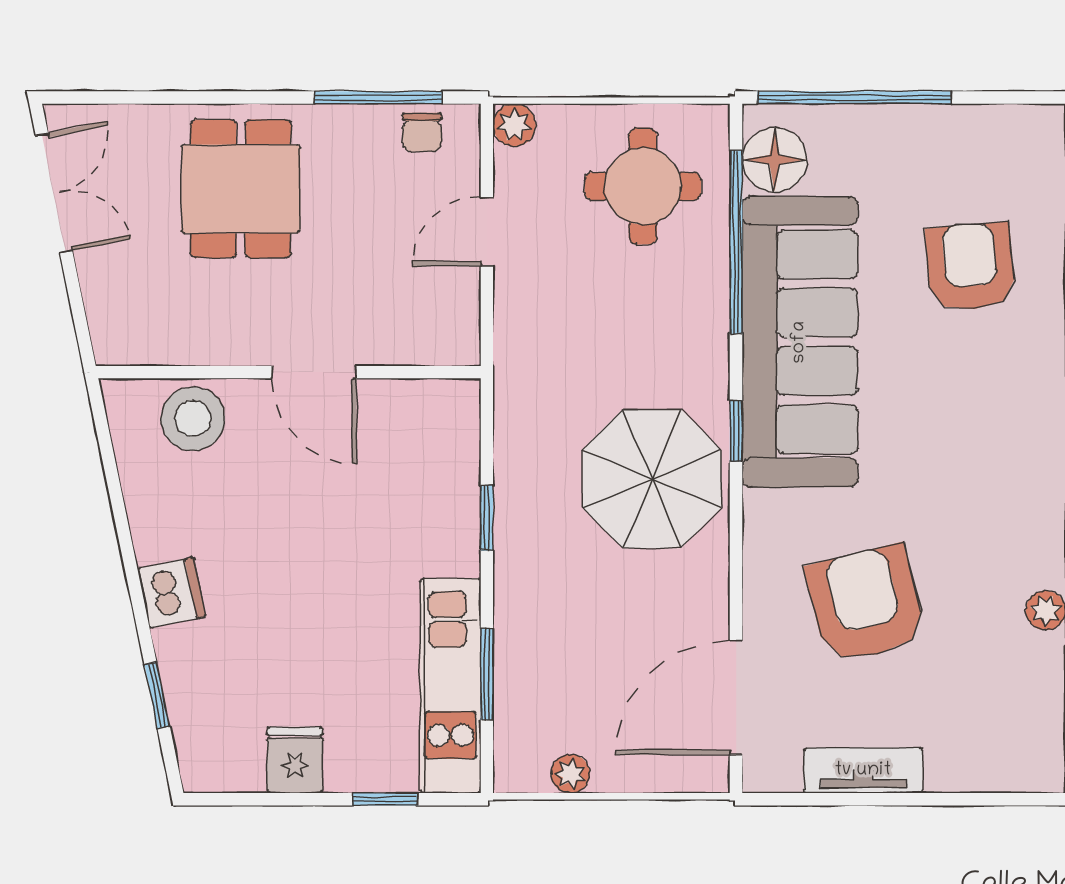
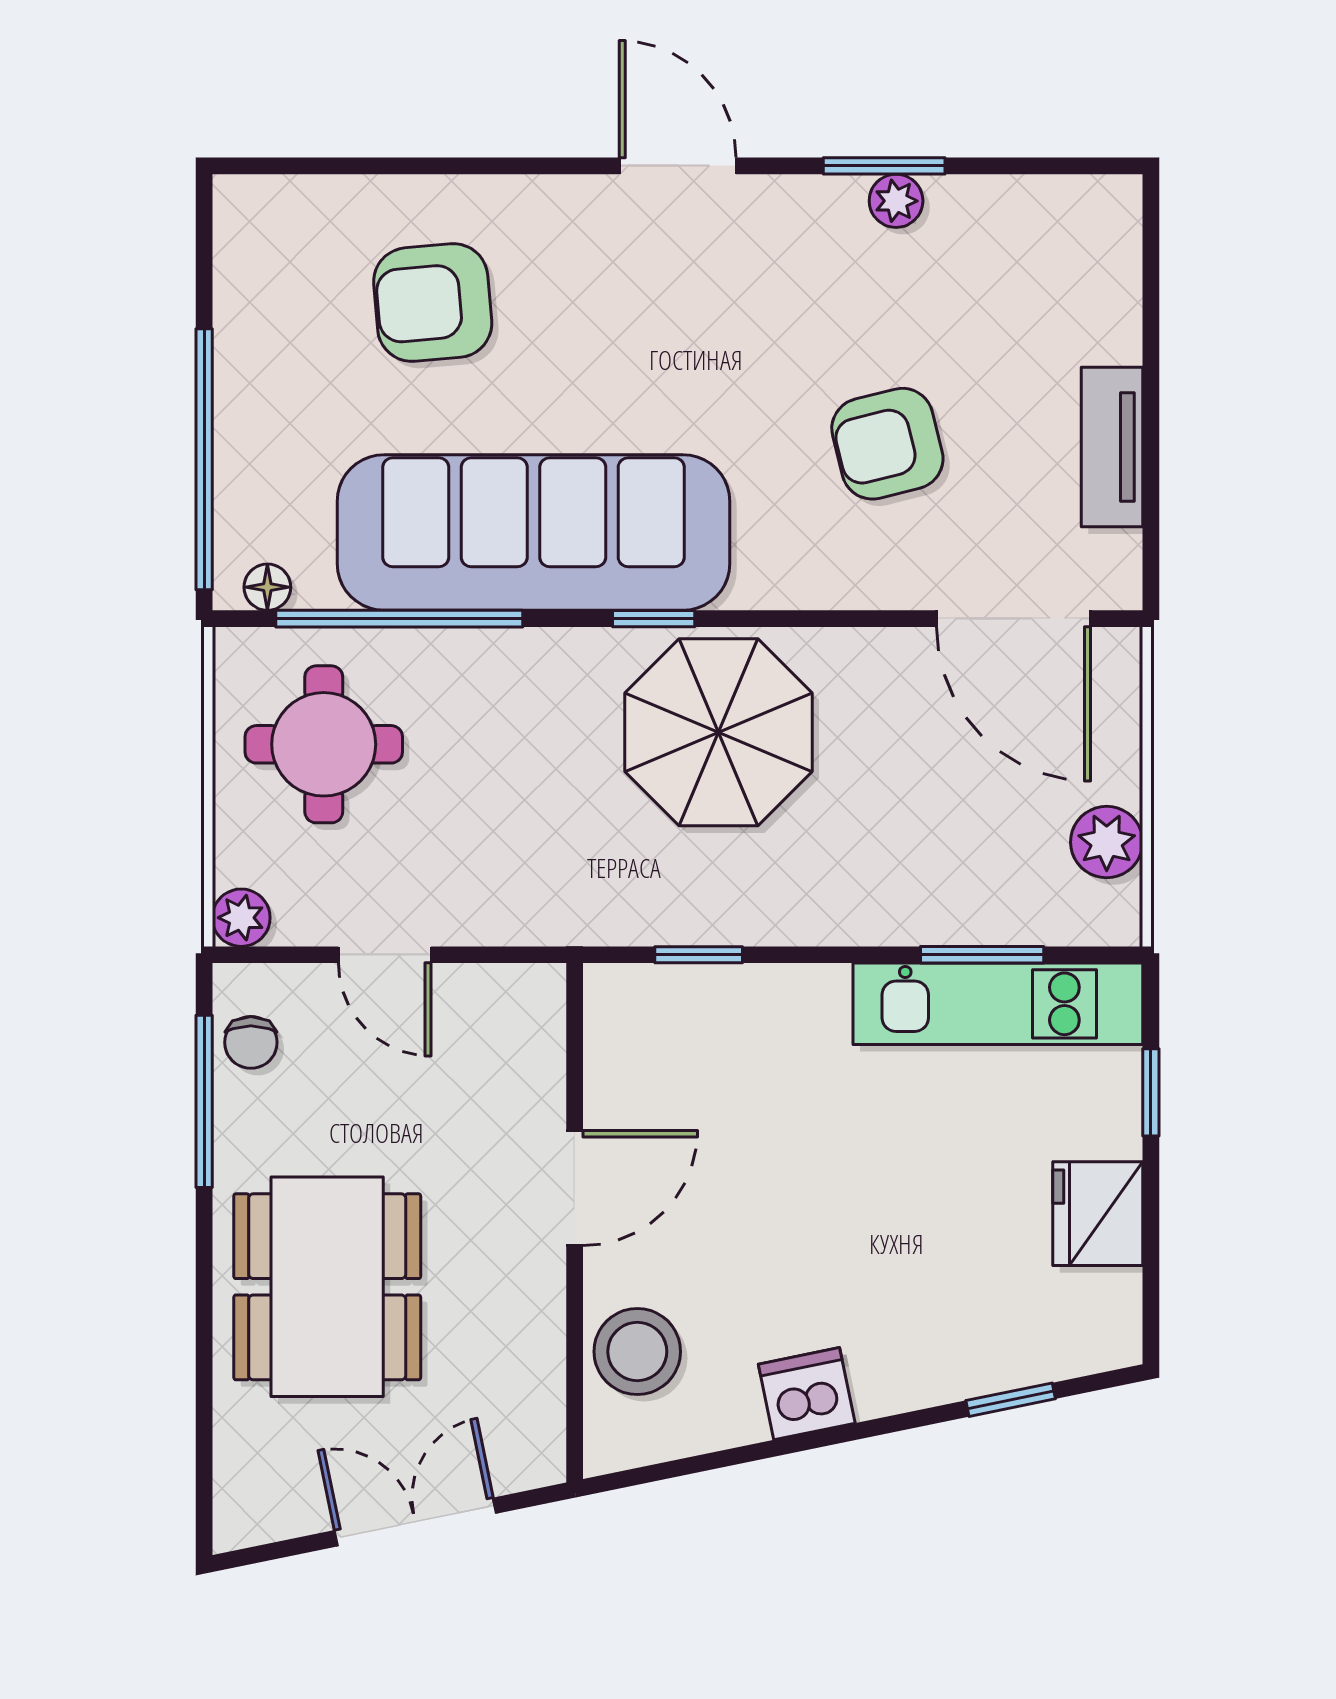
chair: (422, 132) -> (251, 1042), turned 90
floor lamp: (775, 160) -> (267, 587), width x0.53, depth x0.53
dining table: (241, 189) -> (327, 1287), width x1.37
double door: (54, 193) -> (415, 1522), moved
window: (487, 518) -> (699, 955), moved
dishwasher: (171, 593) -> (807, 1394), moved
armchair: (866, 604) -> (887, 444), width x0.73, depth x0.73
fridge: (295, 760) -> (1098, 1214), width x1.38
plant: (570, 774) -> (1107, 842), width x1.38, depth x1.38

